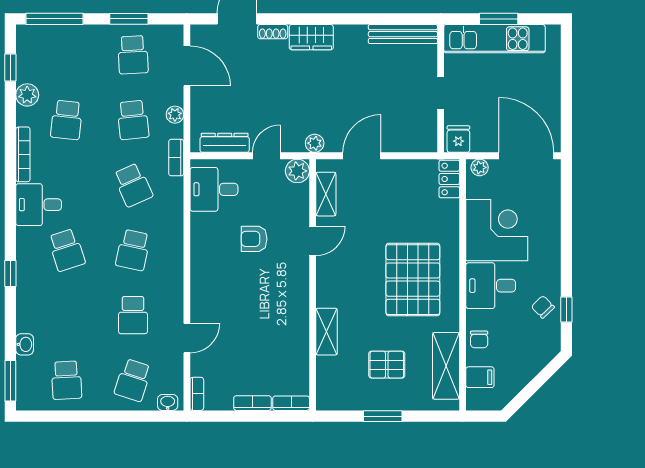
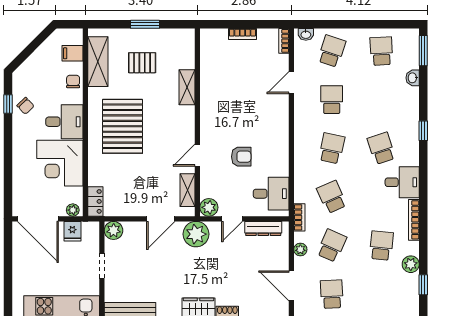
school desk: (133, 120) -> (332, 246), turned 30
fridge: (458, 139) -> (72, 231), moved
plant: (425, 140) -> (114, 230), added
plant: (315, 143) -> (196, 234), width x1.88, depth x1.88
bookcase: (291, 403) -> (214, 34), removed

